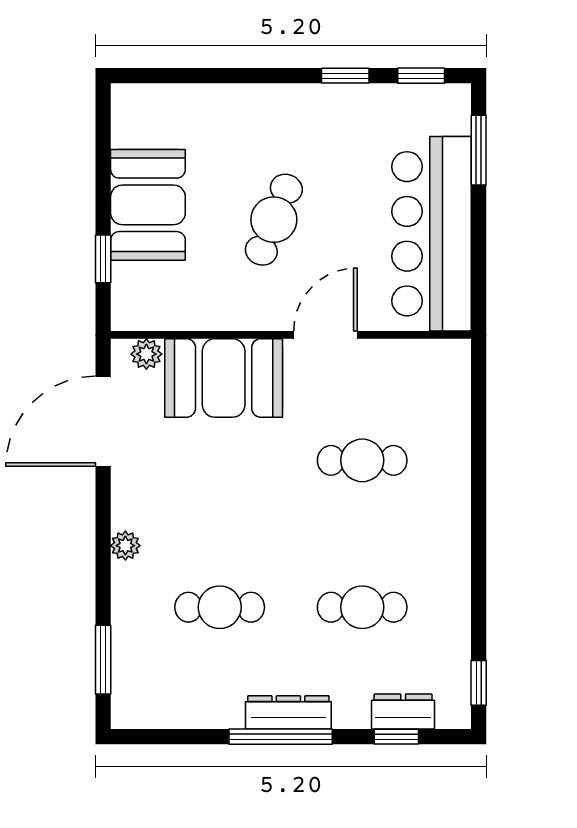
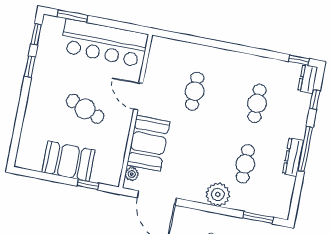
plant: (125, 546) -> (218, 194), width x1.87, depth x1.87
dresser: (403, 711) -> (308, 79), moved
dresser: (288, 712) -> (293, 157), moved

